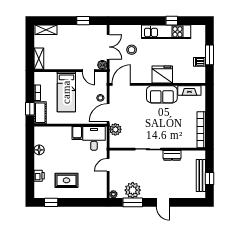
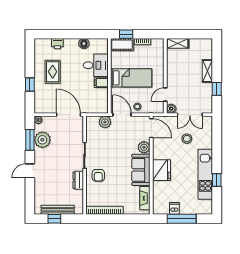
shelving: (46, 30) -> (207, 71), moved
window: (209, 55) -> (182, 219), width x1.44
plant: (140, 91) -> (144, 147), added
bed: (66, 92) -> (131, 78), moved, turned 180
armchair: (167, 136) -> (98, 175), added
desk: (94, 138) -> (96, 65), moved
door: (108, 165) -> (68, 115), width x1.88
window: (51, 202) -> (30, 84), moved

